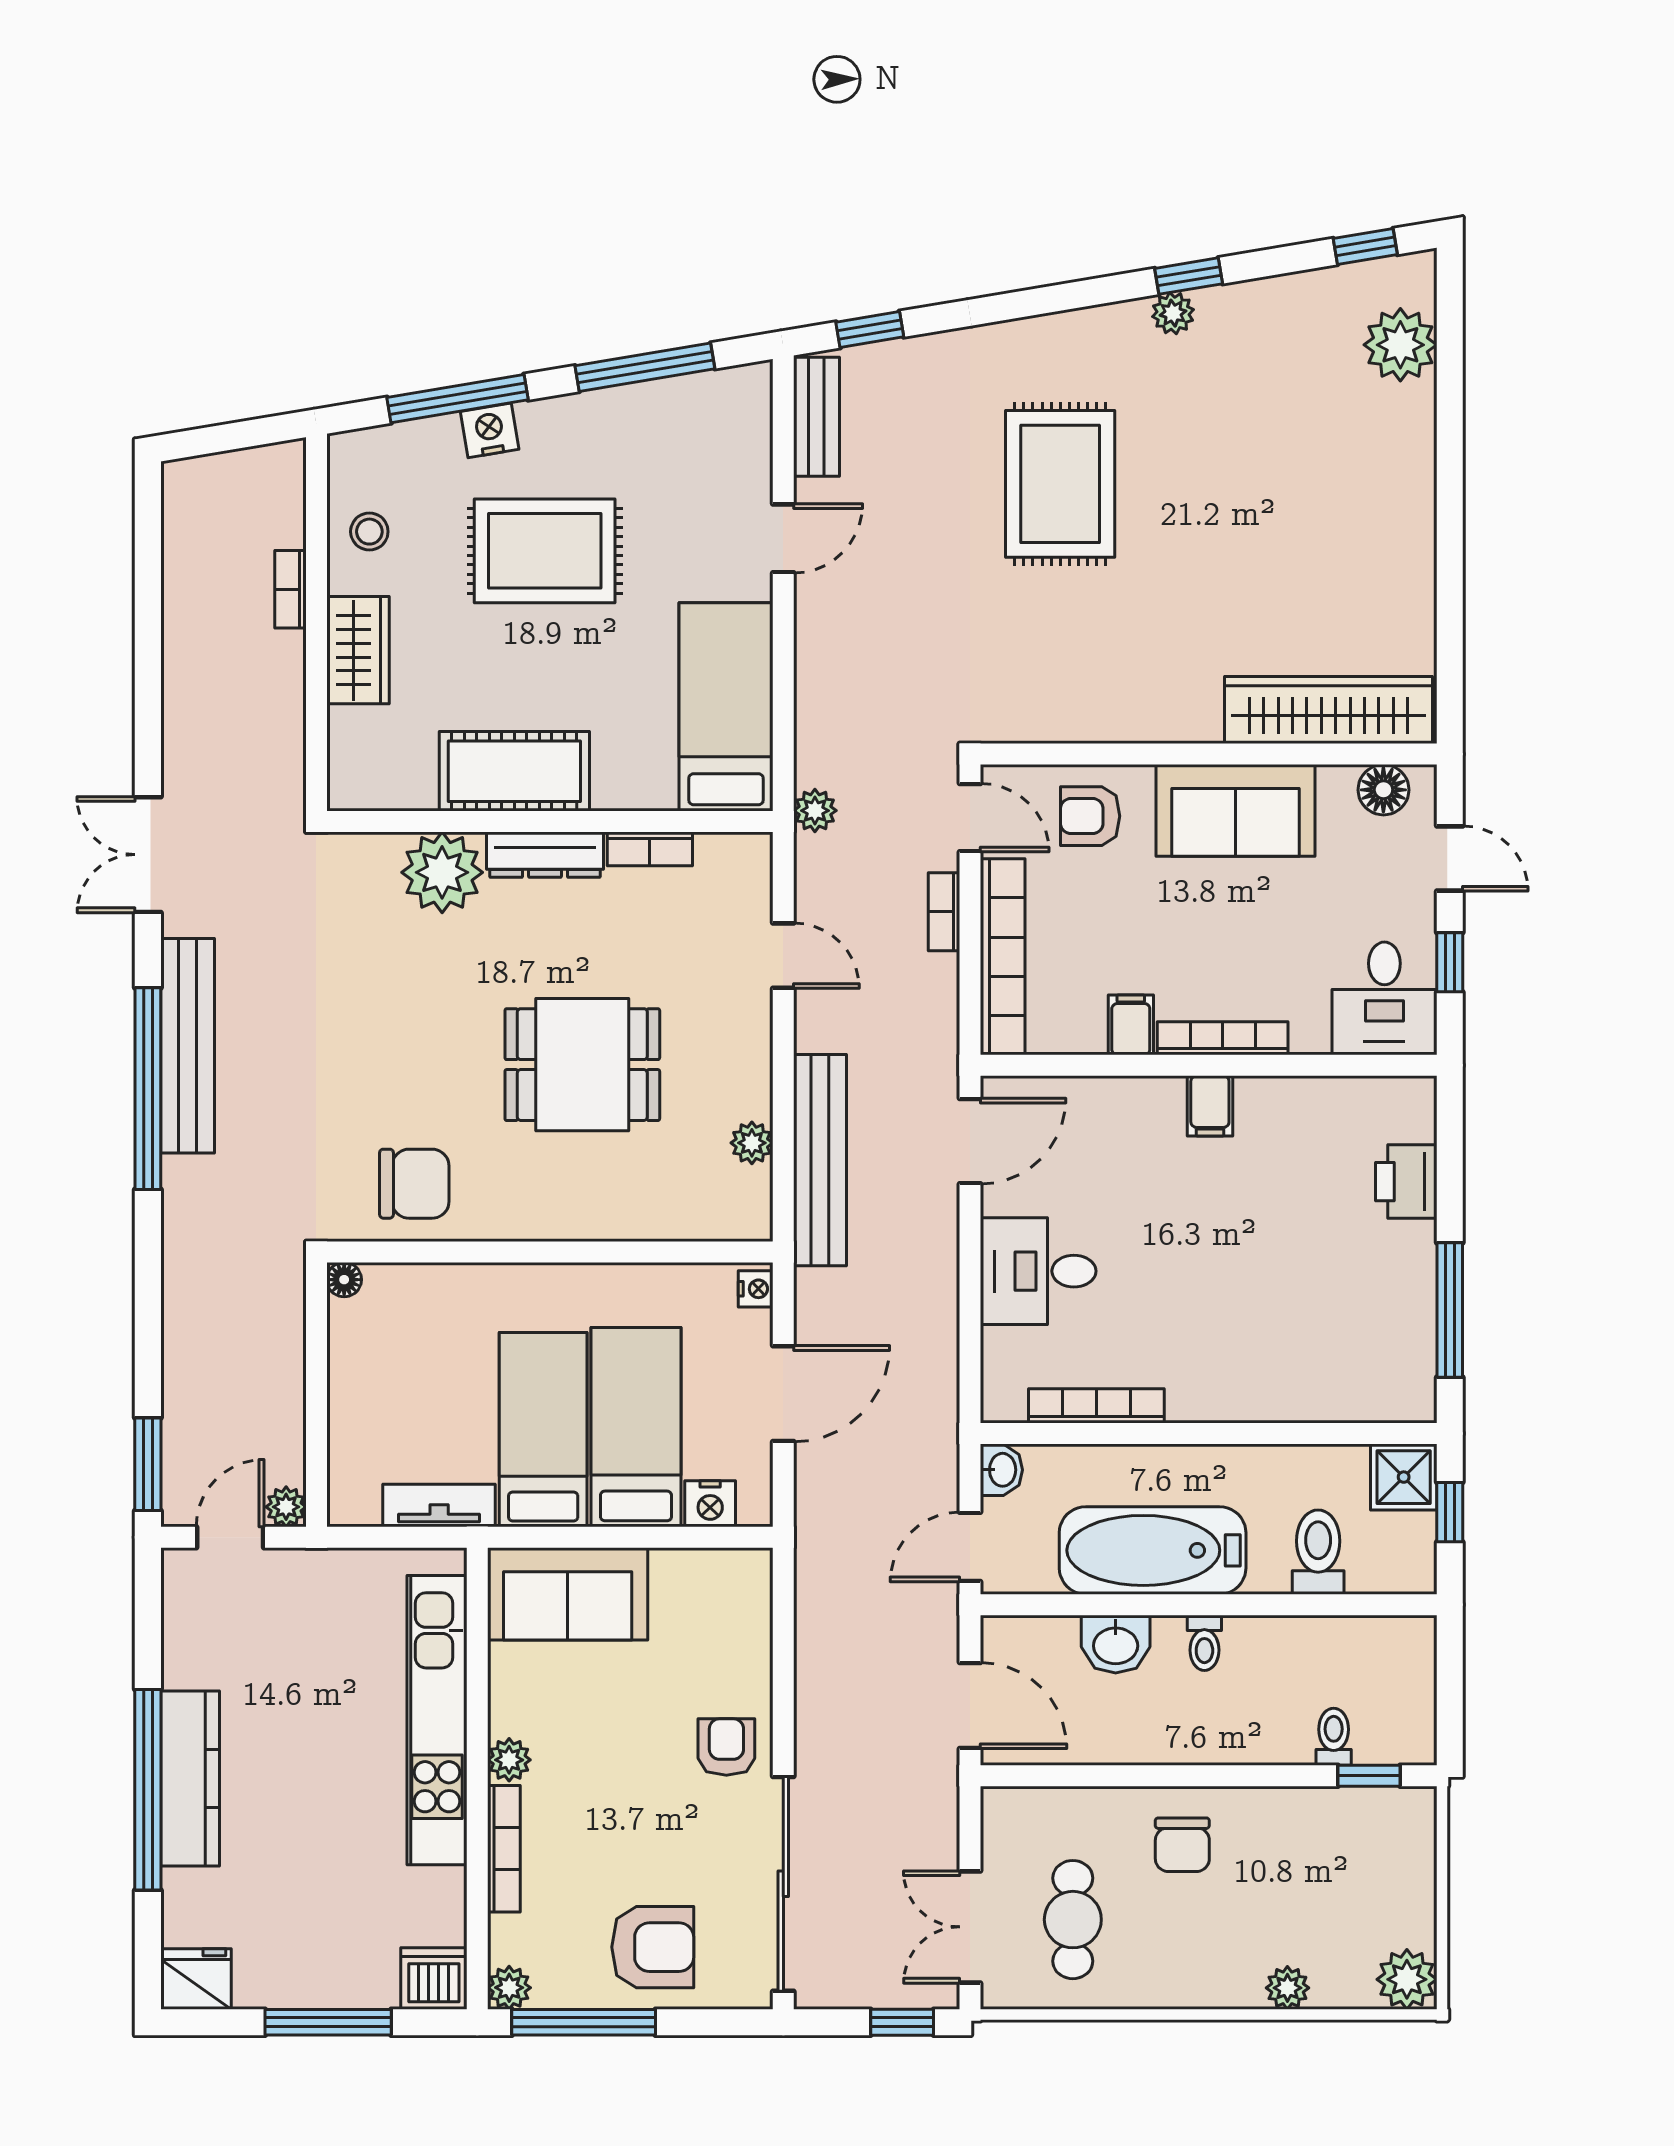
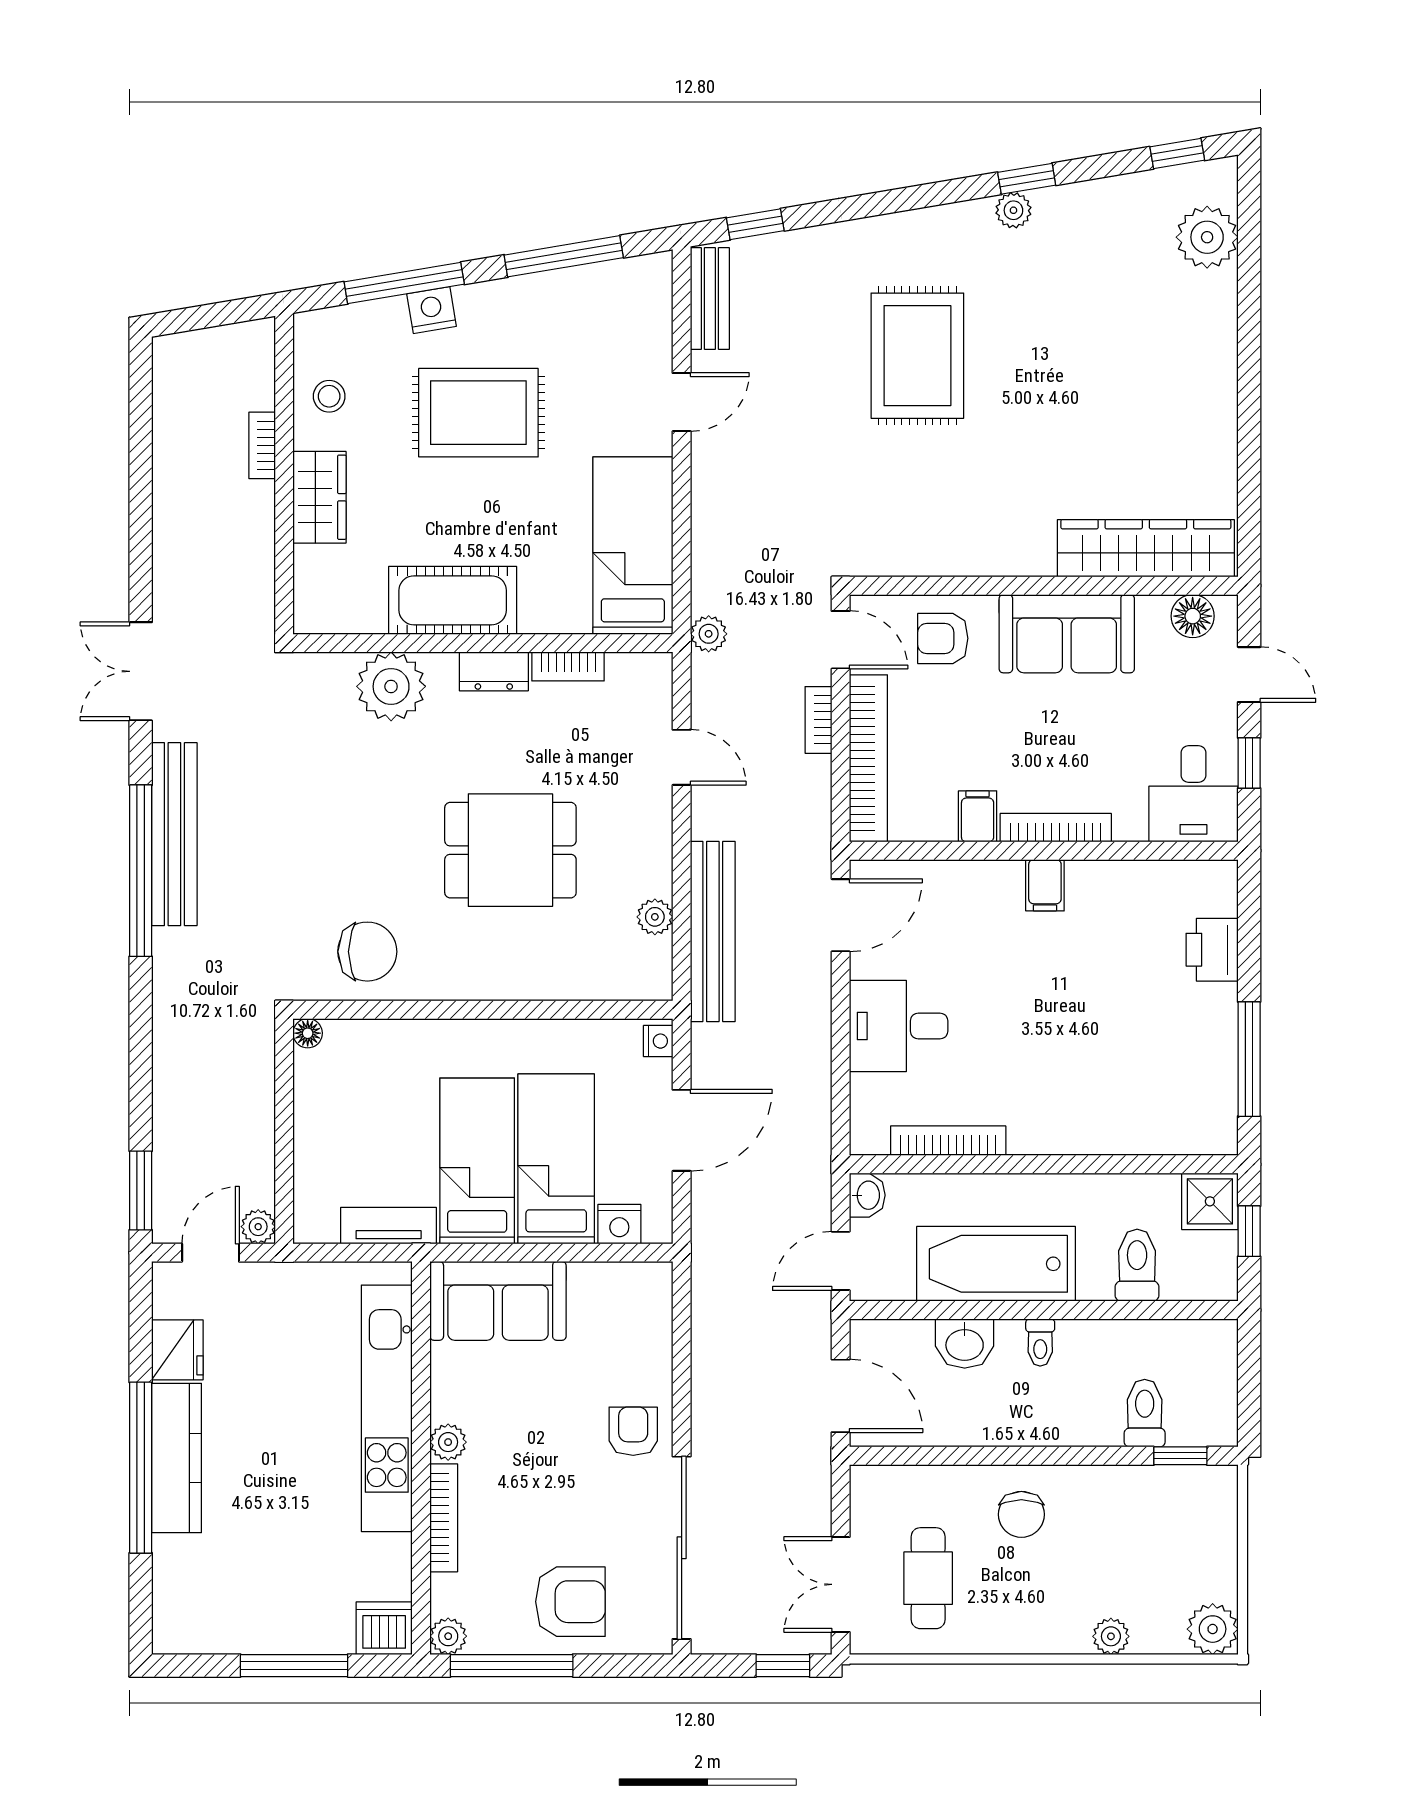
dresser: (545, 855) -> (494, 671), width x0.70
toilet: (1334, 1737) -> (1145, 1413), width x1.37, depth x1.39
fridge: (196, 1979) -> (177, 1350), moved, turned 90

